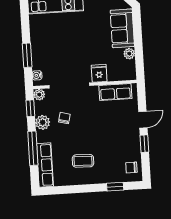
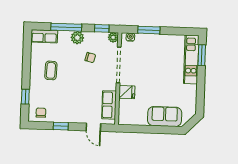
plant: (129, 54) -> (142, 120), removed
door: (143, 120) -> (93, 127), moved
plant: (43, 122) -> (77, 38), moved
row of seats: (45, 165) -> (44, 36), width x0.68

